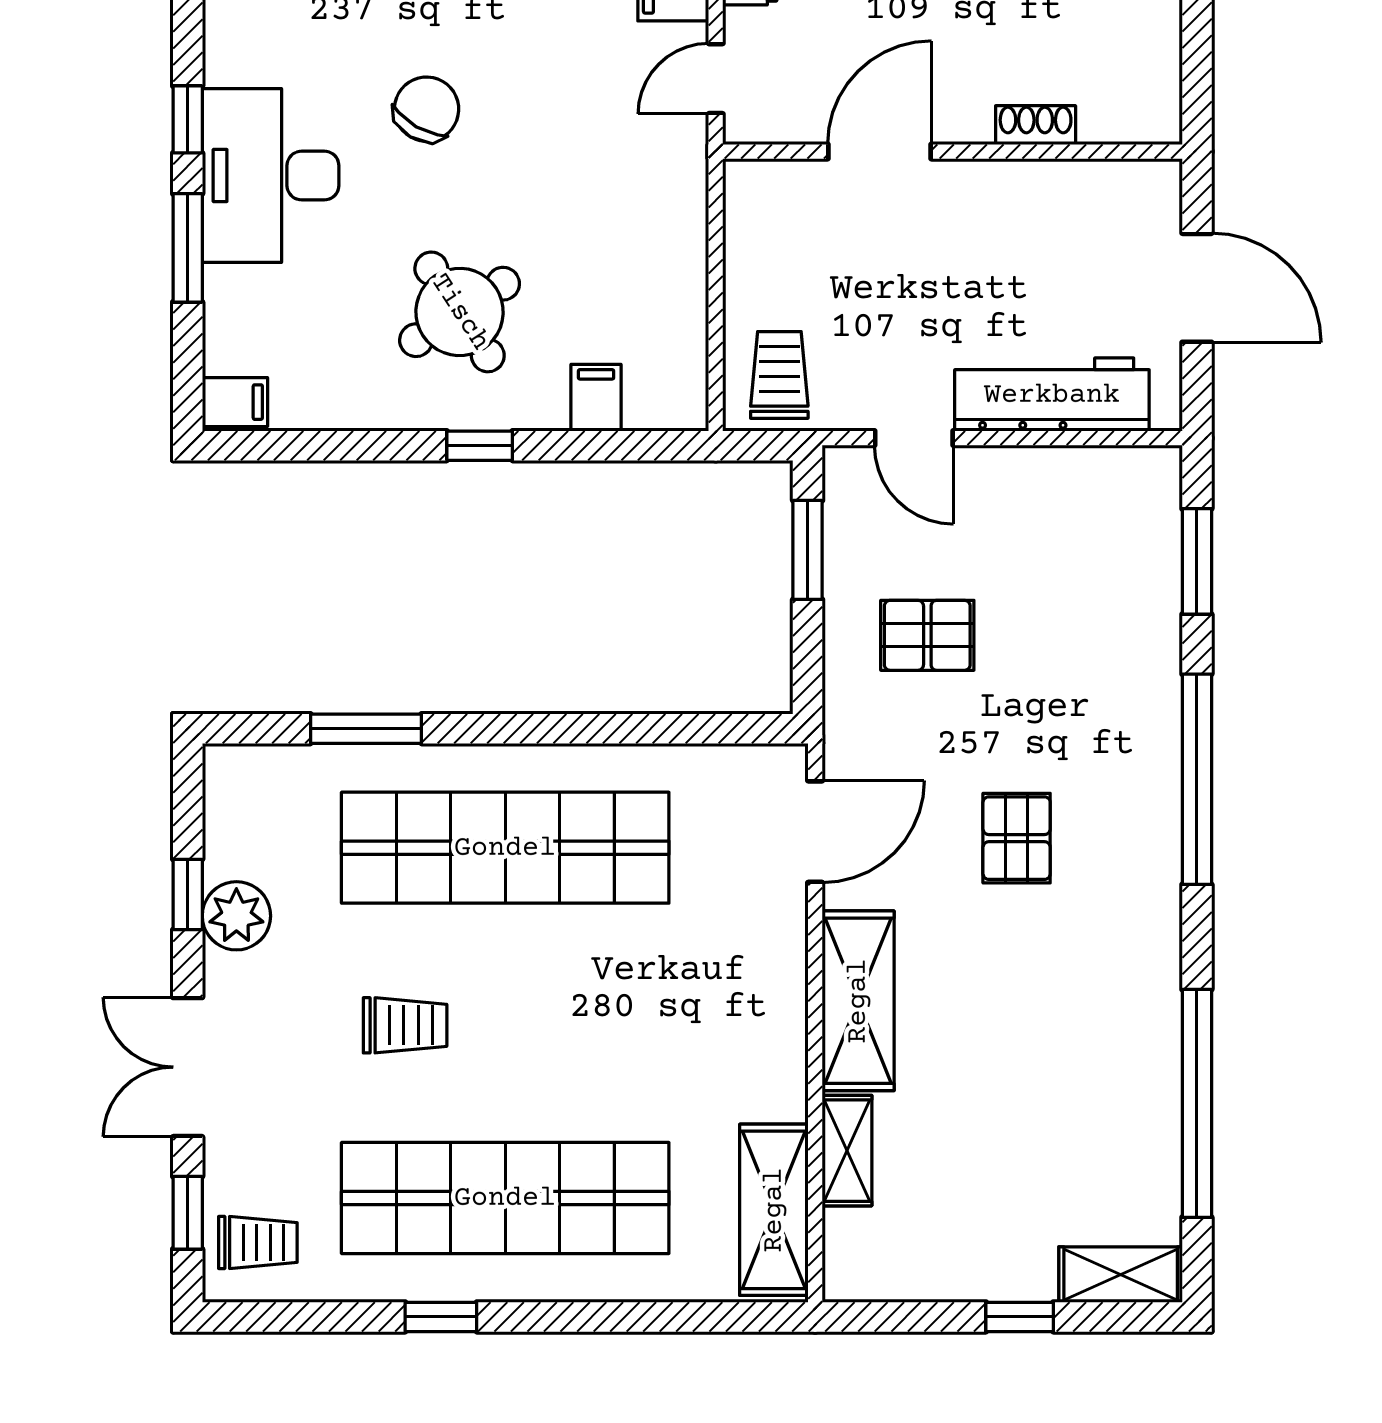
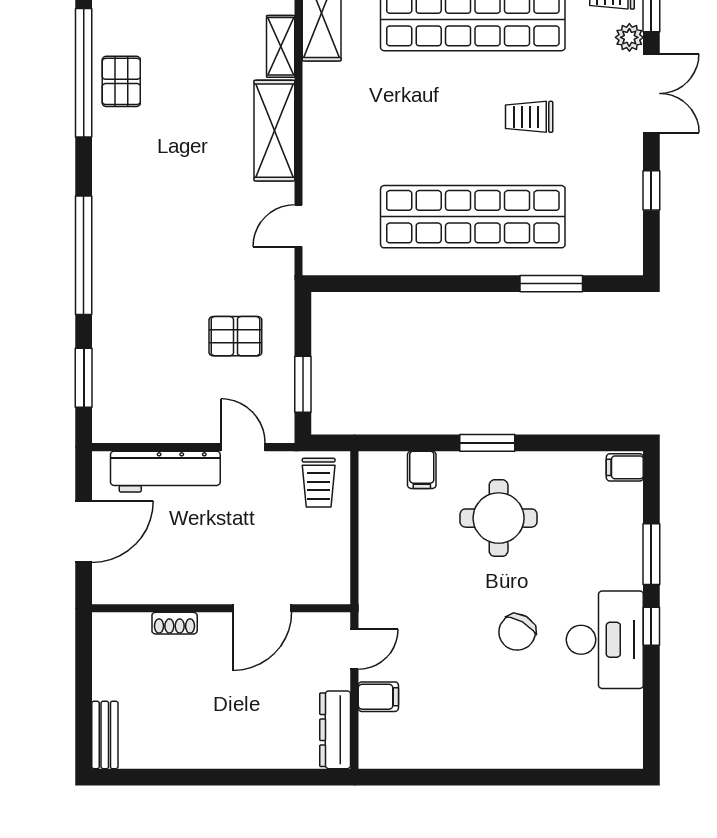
desk: (271, 176) -> (605, 640), moved
door: (1197, 288) -> (84, 532), swing flipped
round table: (460, 312) -> (499, 518), turned 33
window: (480, 446) -> (487, 443), width x1.50
door: (815, 832) -> (299, 226), width x0.73
pallet: (1017, 838) -> (121, 81), moved
plant: (236, 916) -> (629, 37), moved, width x0.73, depth x0.73

